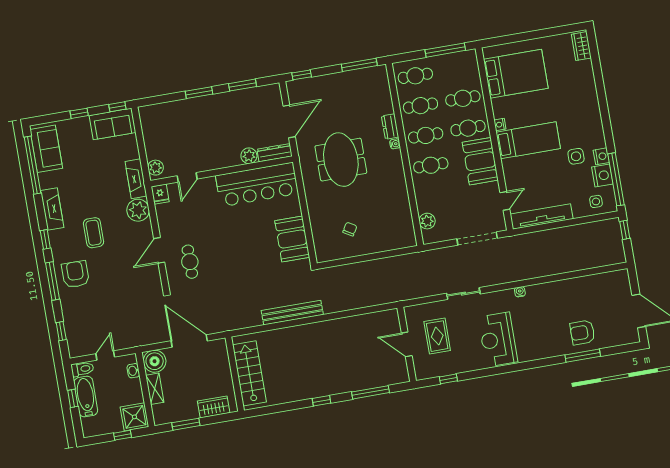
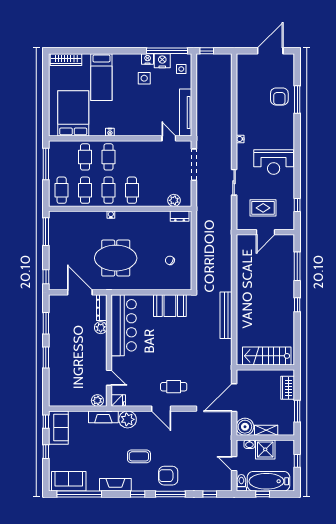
wardrobe: (581, 46) -> (66, 60), width x1.50
dresser: (390, 127) -> (180, 216), moved
bed: (528, 140) -> (101, 77), moved, turned 180
booth: (480, 161) -> (135, 152), removed
bathtub: (86, 397) -> (269, 481), width x1.36, depth x1.36
shower: (134, 417) -> (265, 449), moved

